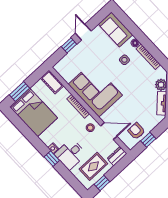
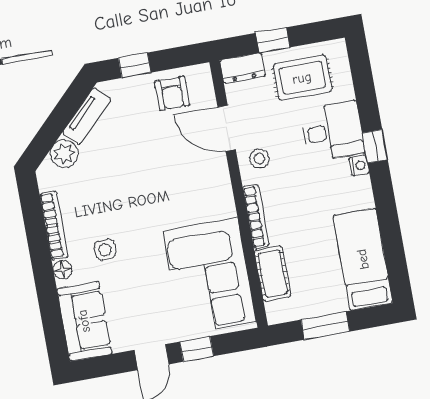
cot: (52, 82) -> (273, 274), moved
corner sofa: (95, 90) -> (210, 276), moved
window: (20, 91) -> (325, 326), moved
bed: (34, 112) -> (363, 259), width x0.67
window: (148, 140) -> (135, 65), moved
window: (102, 183) -> (273, 40), moved

